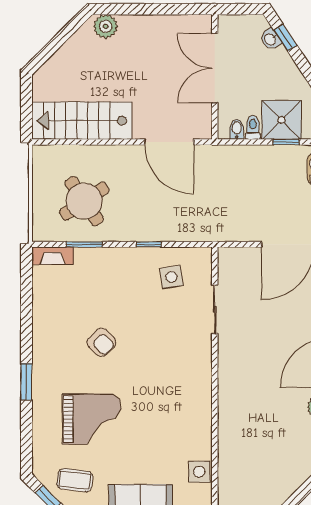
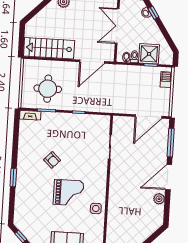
door: (169, 142) -> (92, 62), hinge flipped
round table: (84, 201) -> (48, 89), turned 34
side table: (171, 277) -> (89, 129), removed
grand piano: (92, 419) -> (68, 193), moved
side table: (199, 472) -> (96, 208), moved
coffee table: (75, 480) -> (35, 228), removed

